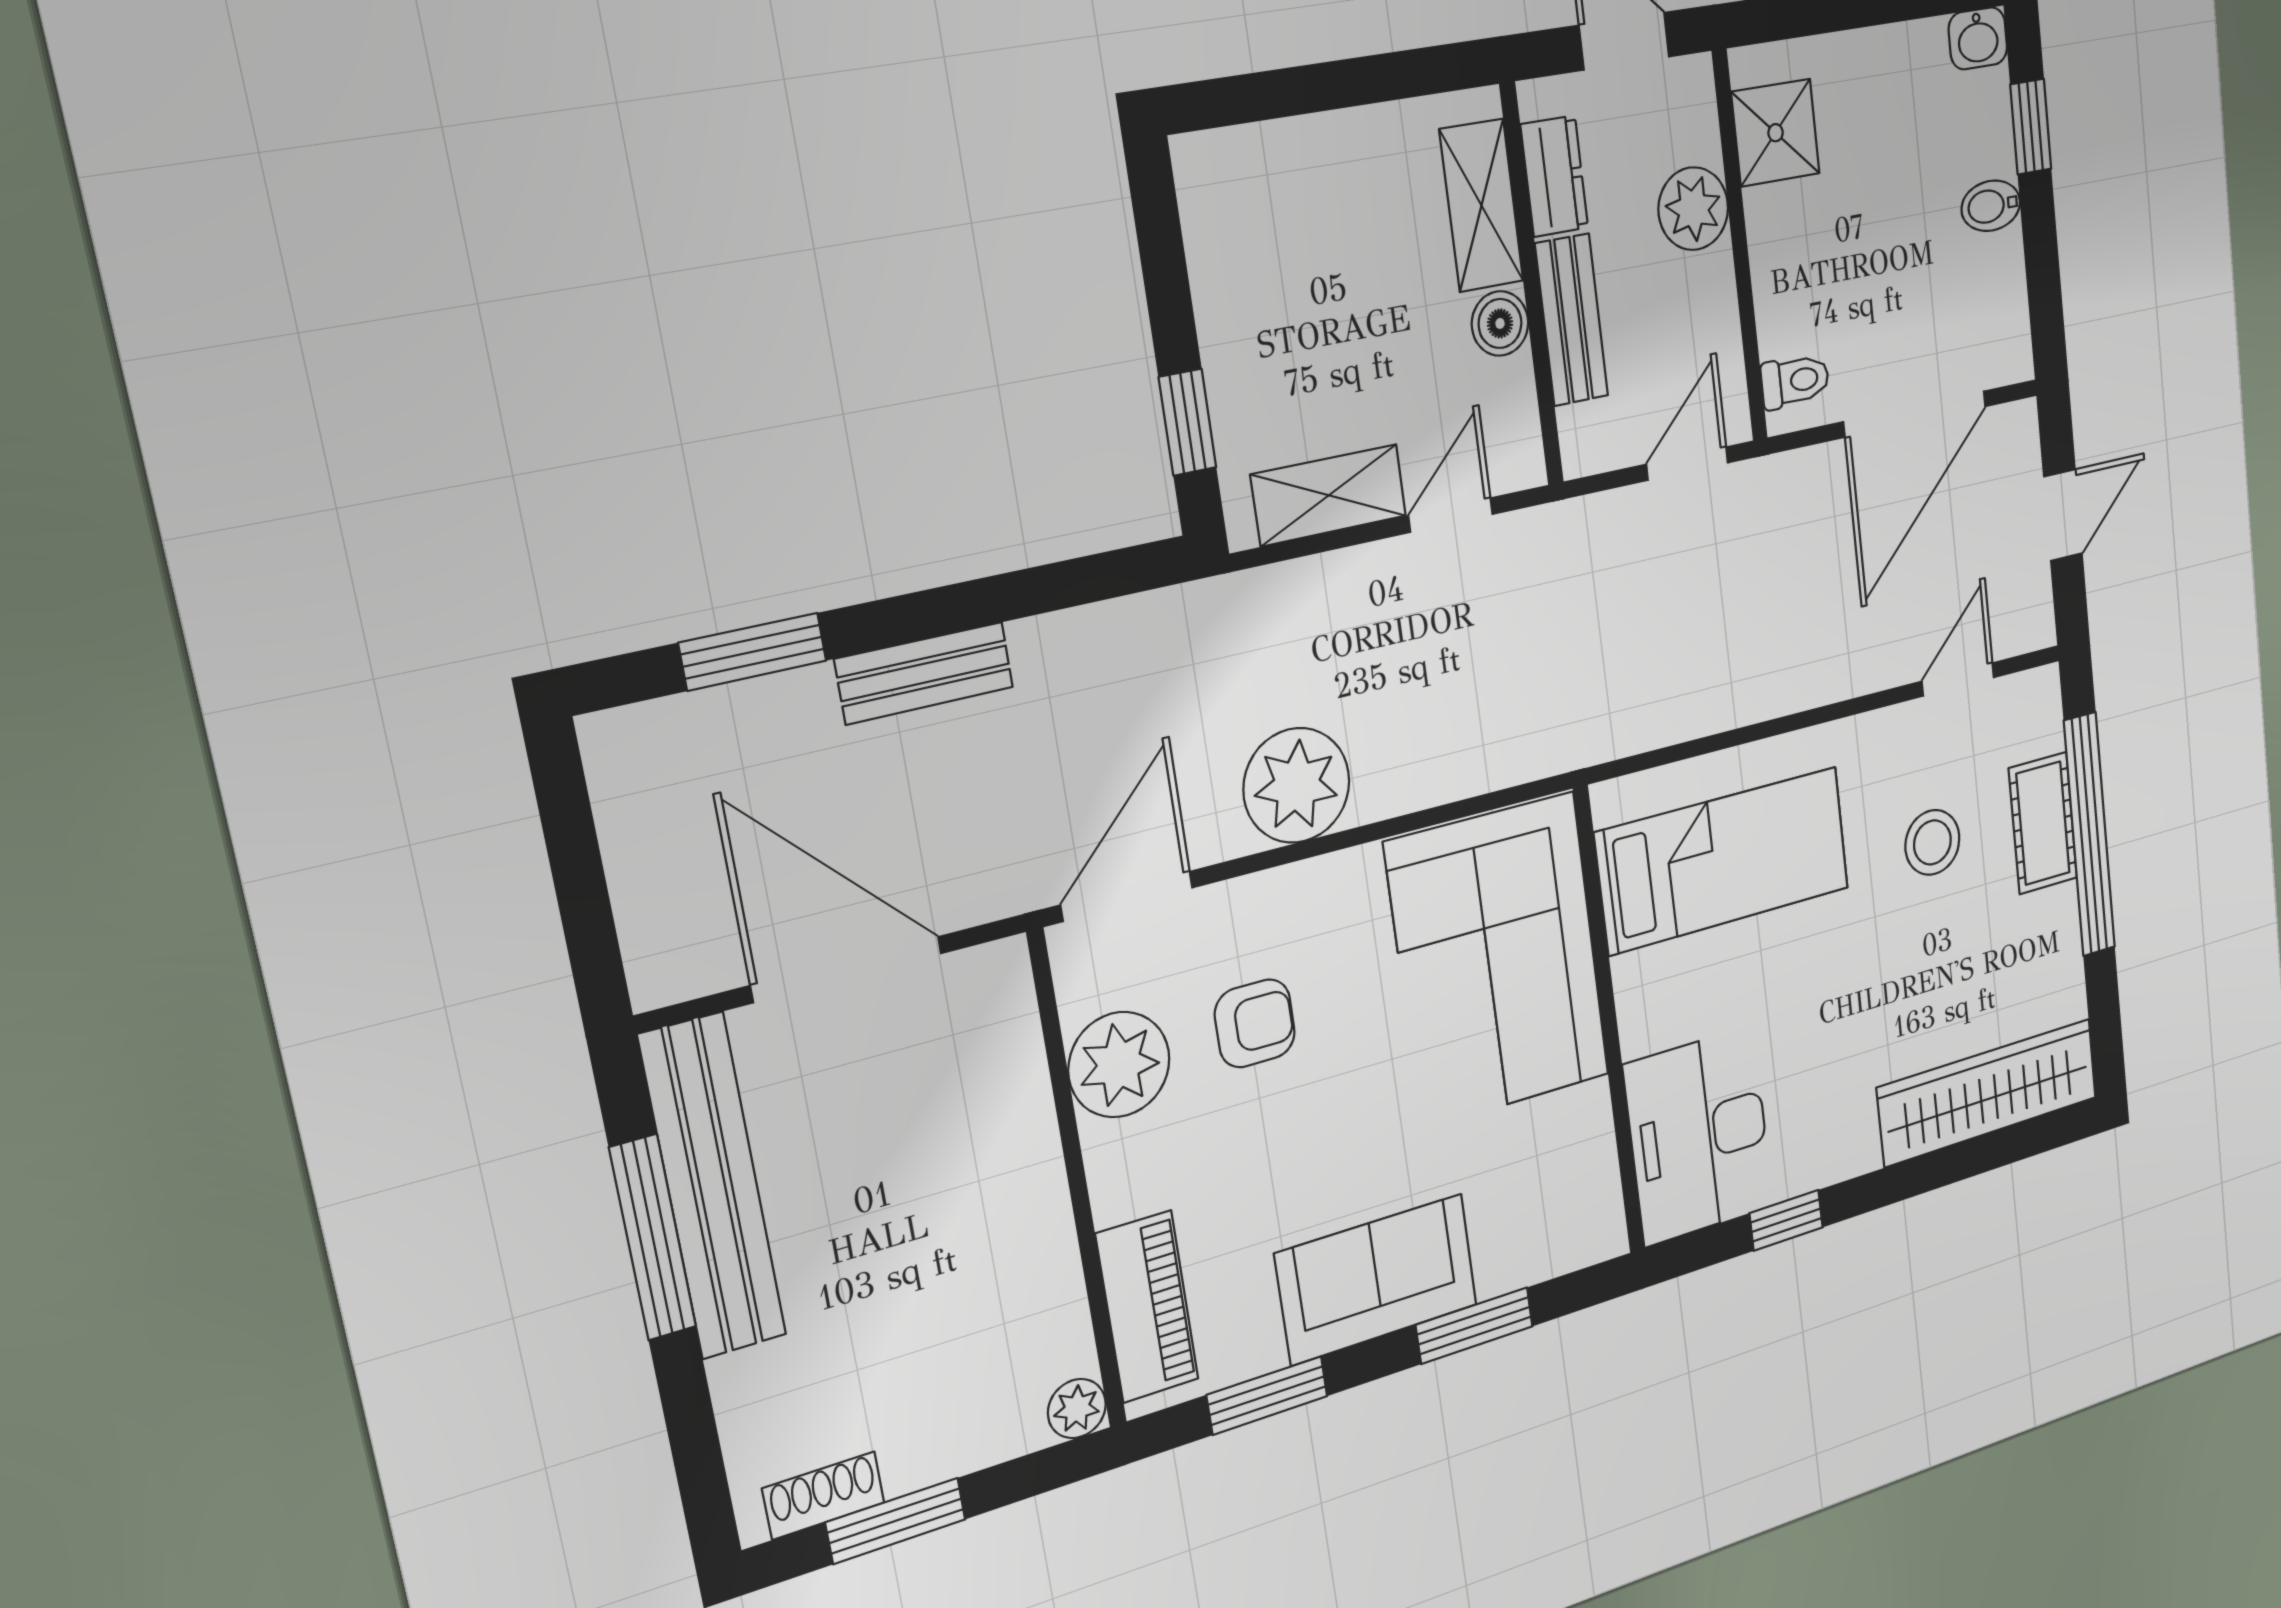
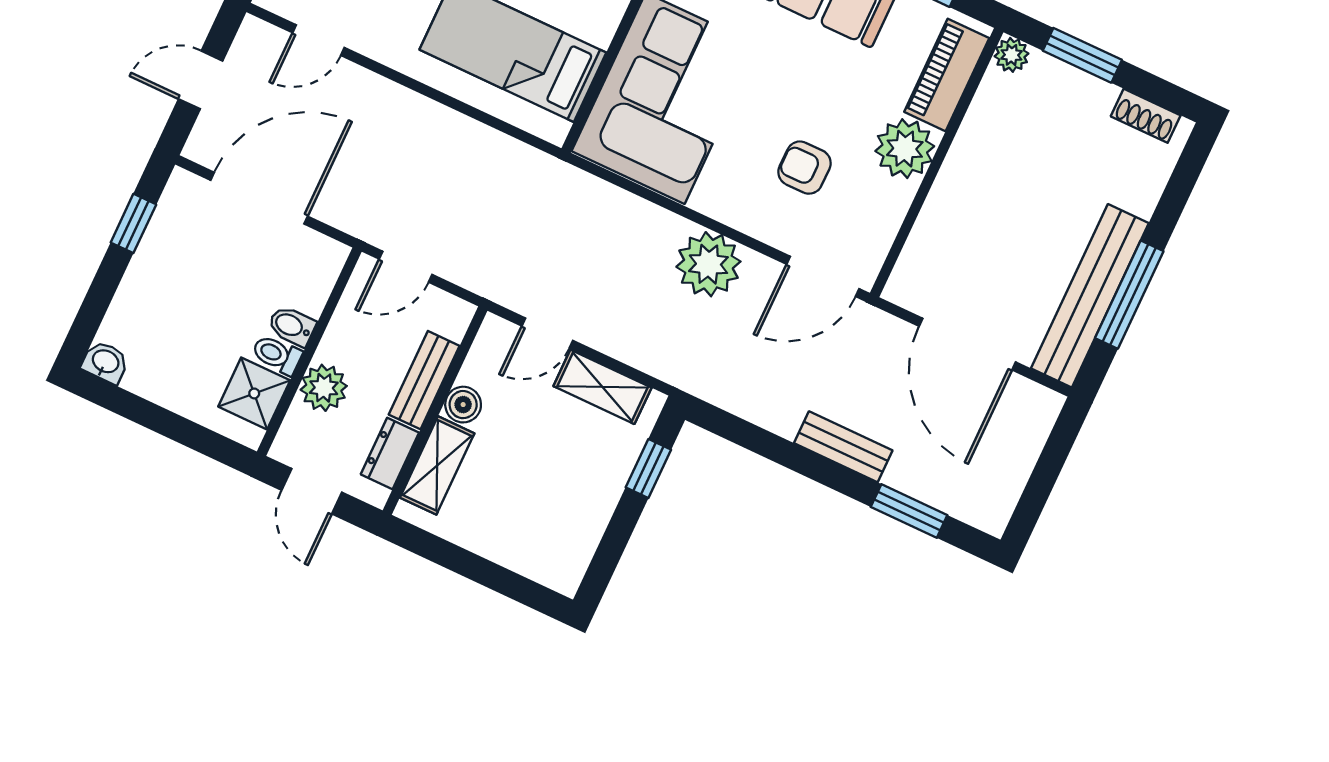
window: (2031, 127) -> (133, 223), moved
bidet: (1991, 206) -> (292, 326), moved, turned 180
toilet: (1795, 381) -> (277, 355), moved
plant: (1119, 1065) -> (905, 149), moved
window: (896, 1521) -> (1082, 55), moved

